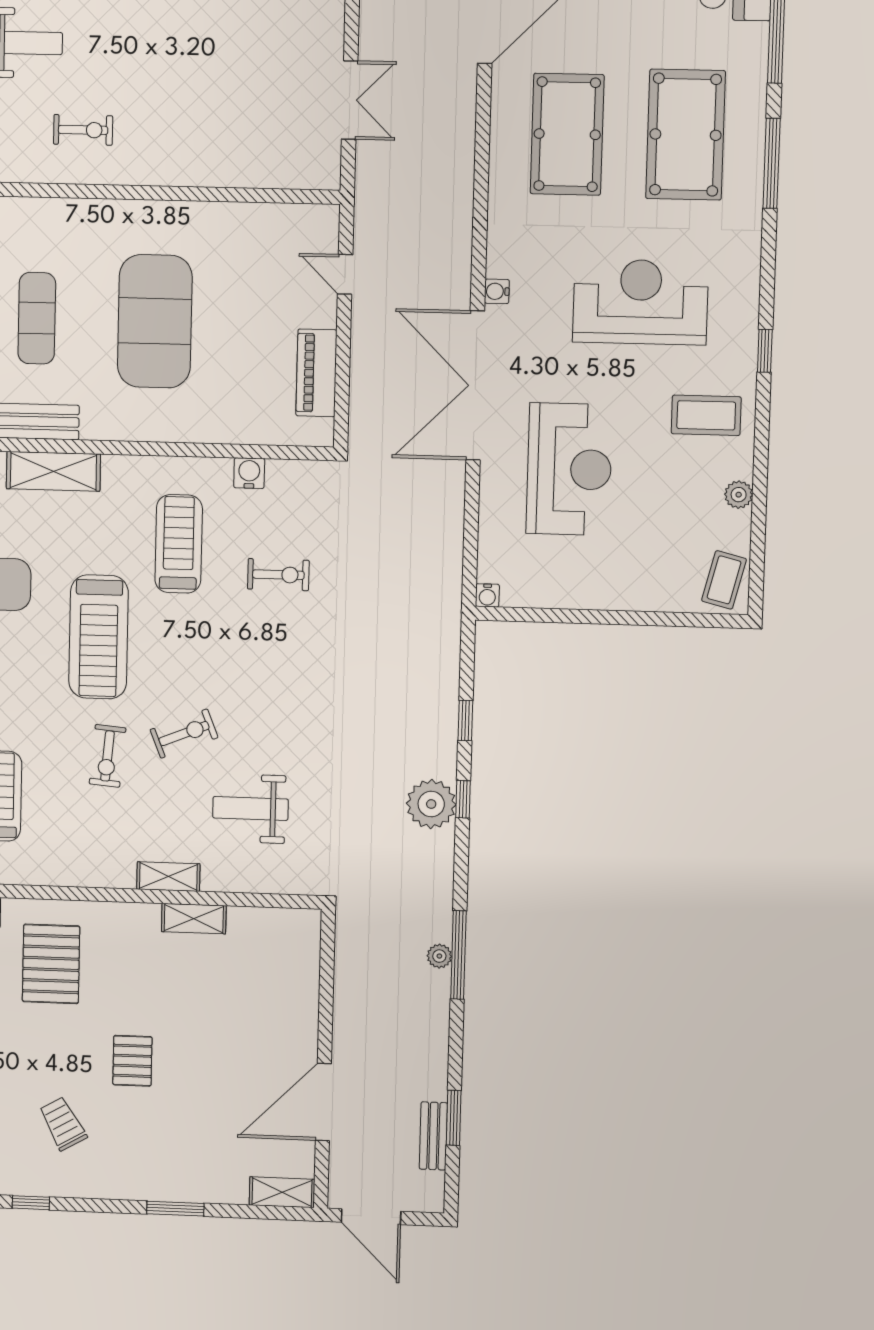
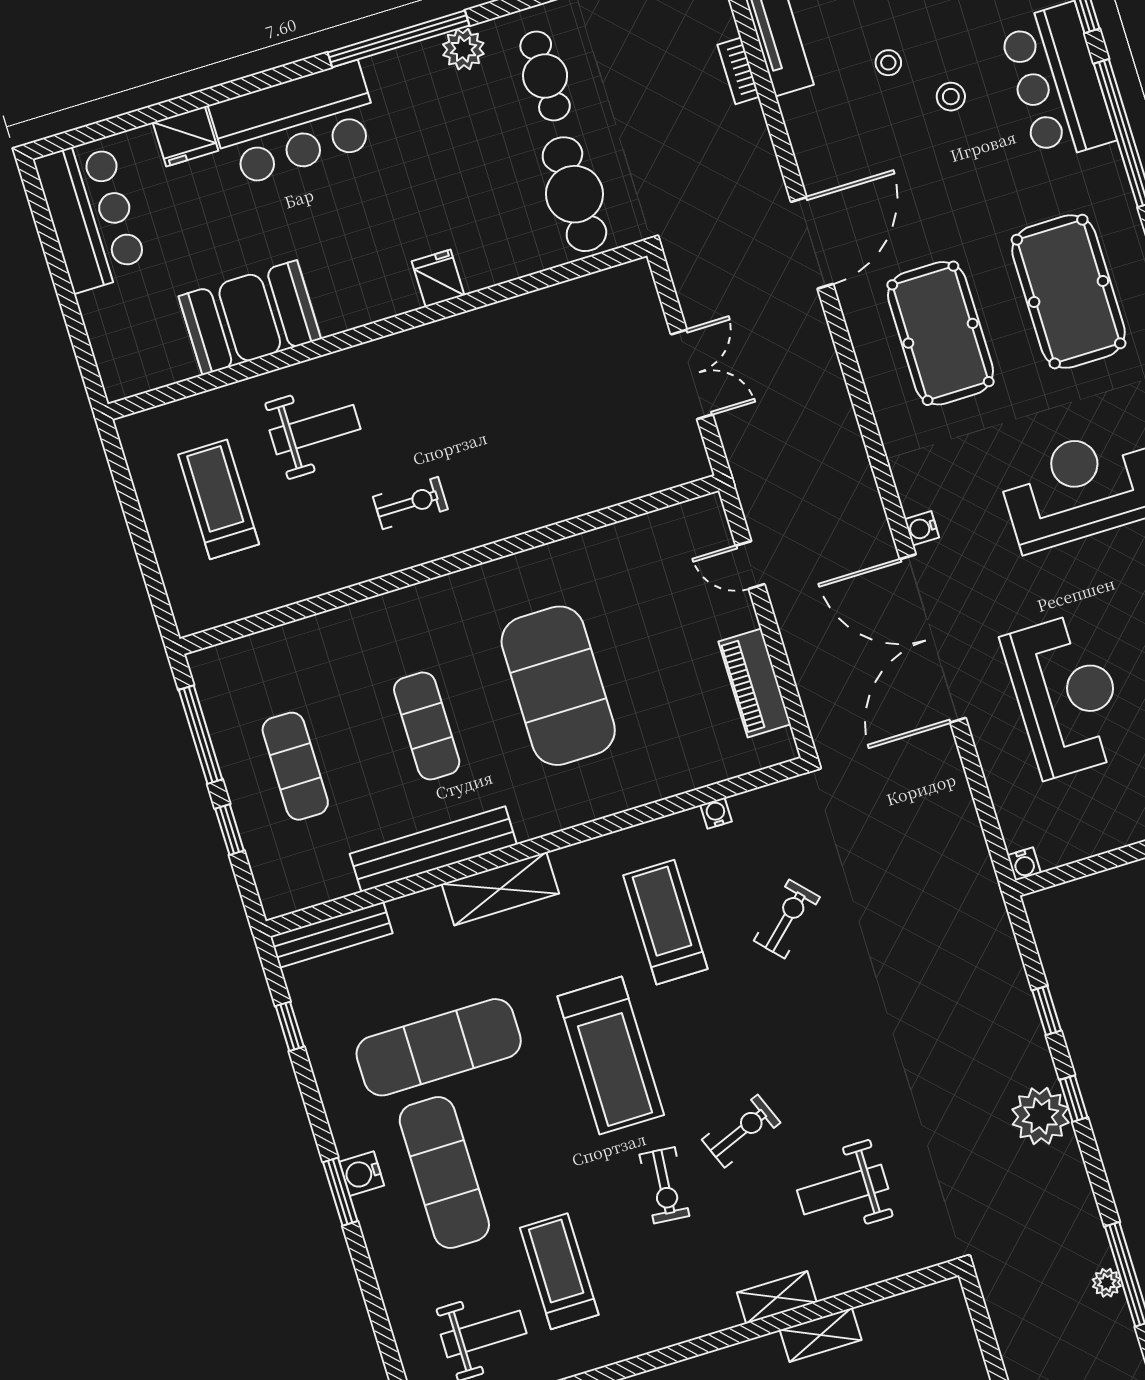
water cooler: (249, 473) -> (716, 813), width x0.72, depth x0.72
exercise bike: (278, 575) -> (787, 919), turned -43

